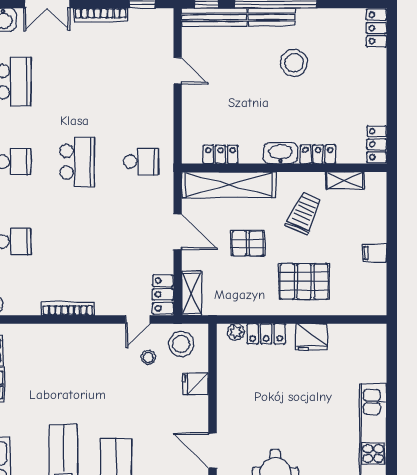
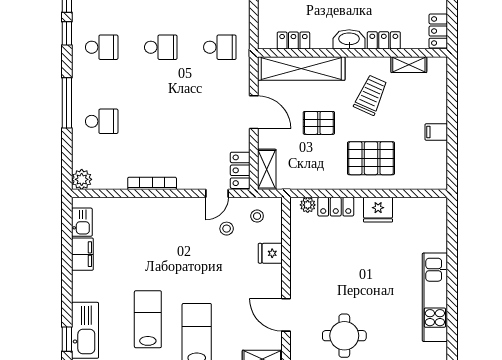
school desk: (77, 162) -> (161, 47), width x0.54
stool: (181, 344) -> (257, 216), width x0.53, depth x0.53

